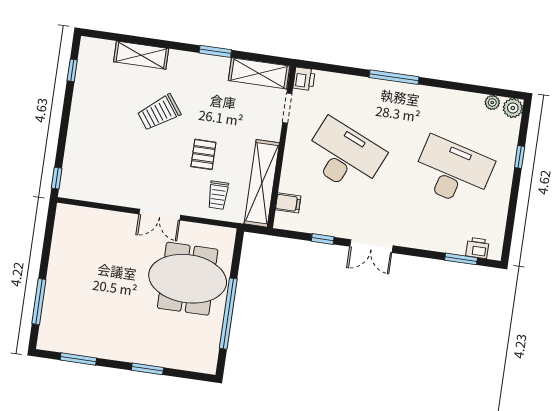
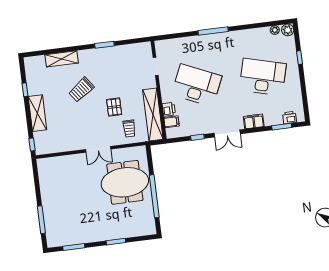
window: (72, 70) -> (25, 90), moved
shelving: (259, 73) -> (37, 113), moved, turned 90
printer: (304, 79) -> (169, 109), moved
filing cabinet: (419, 238) -> (254, 121), added

